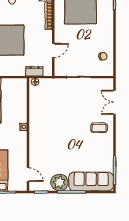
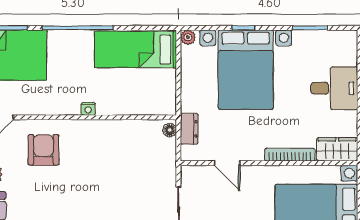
armchair: (46, 151) -> (43, 150), added

